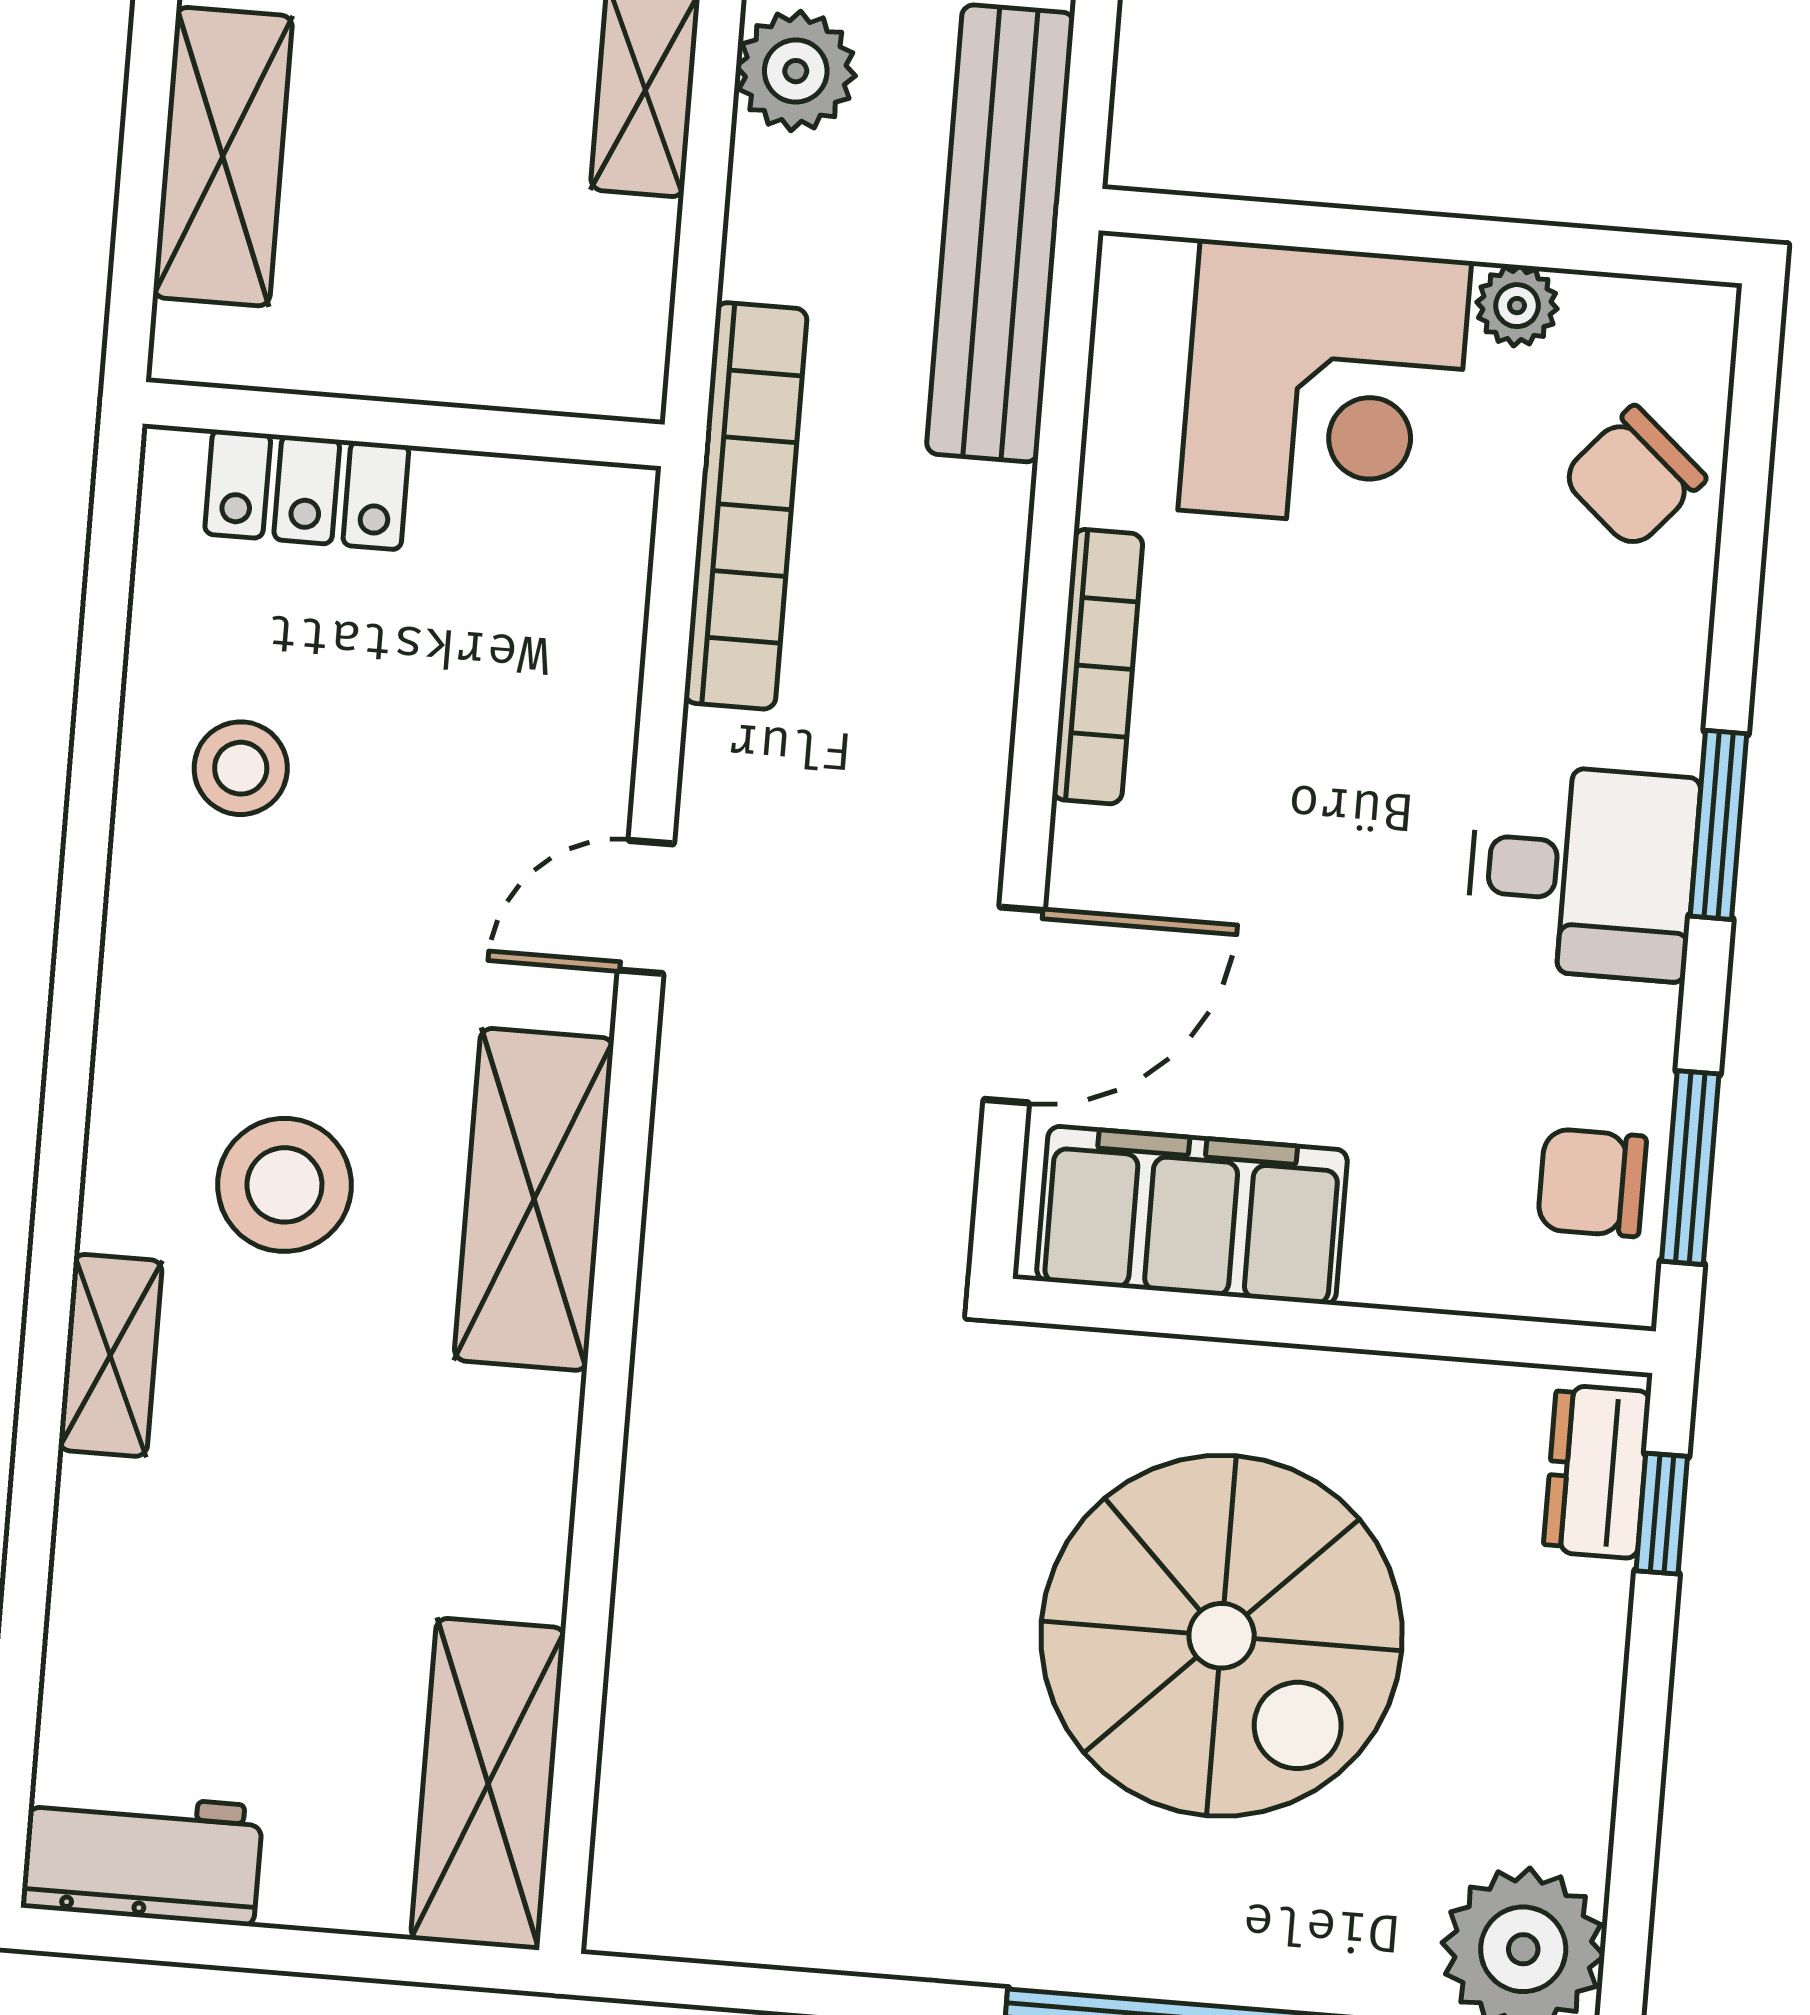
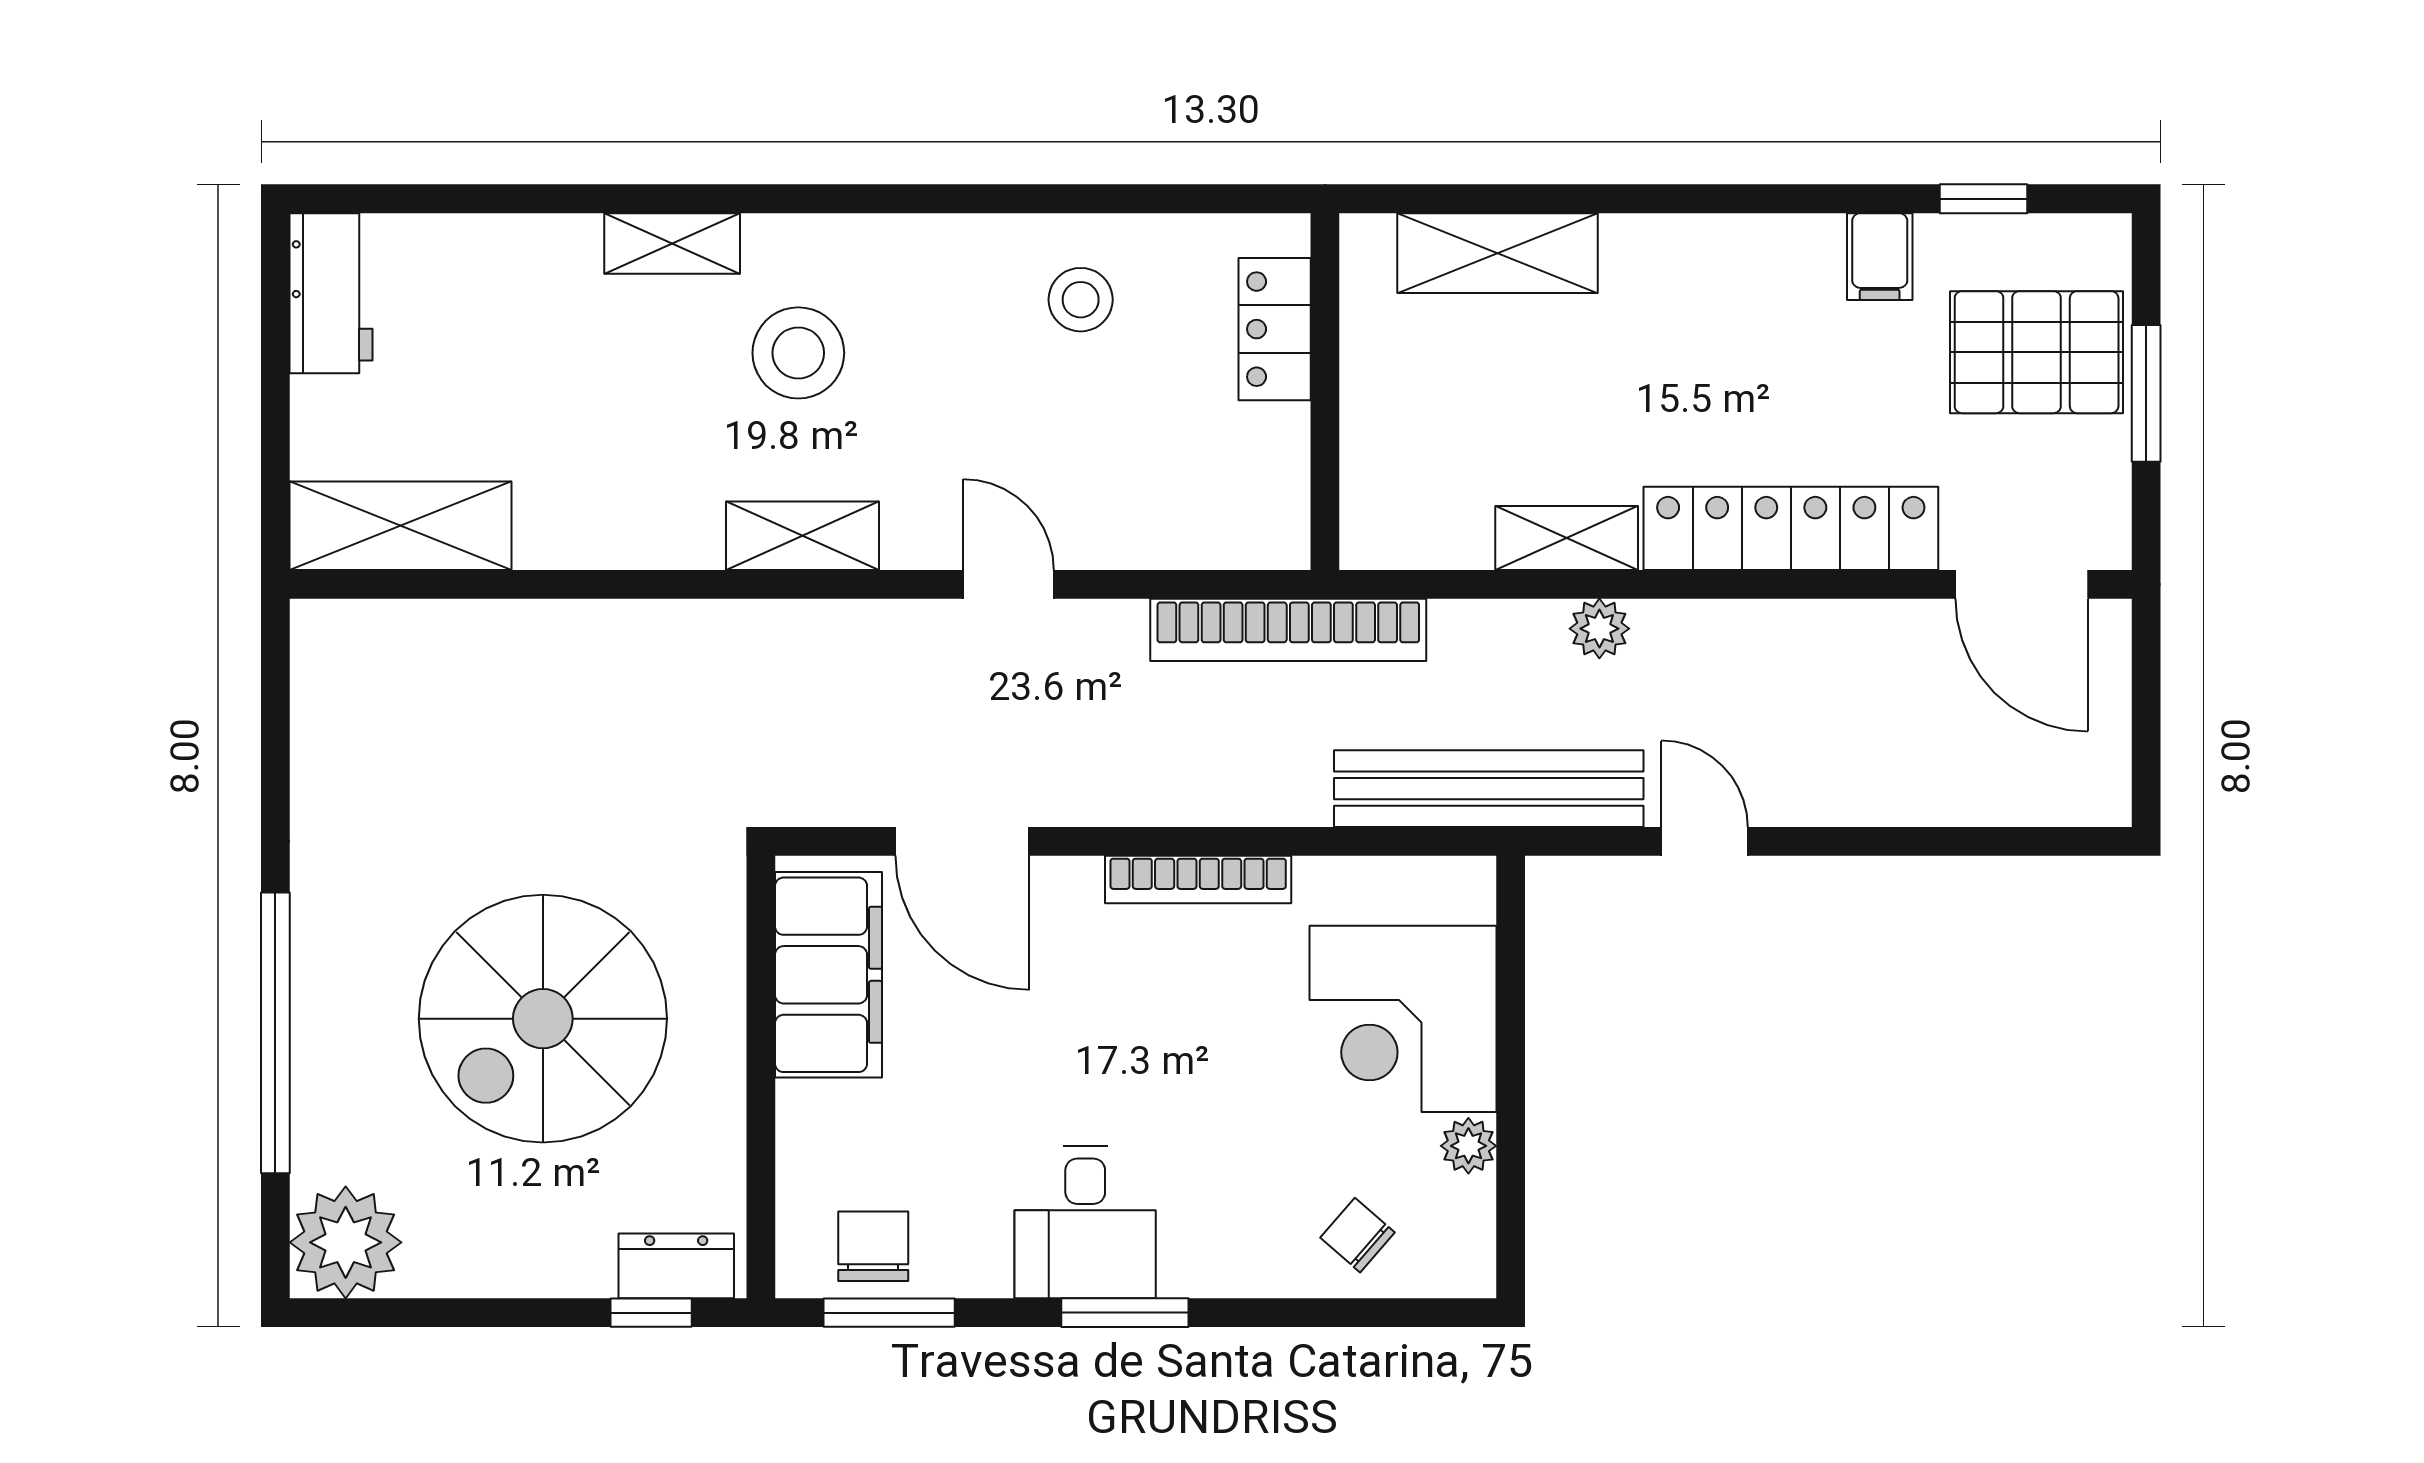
plant: (796, 71) -> (1599, 629), width x0.73, depth x0.73
chair: (1634, 477) -> (1358, 1235), width x0.73, depth x0.73
shelving: (534, 1199) -> (802, 536), width x0.67, depth x0.75

